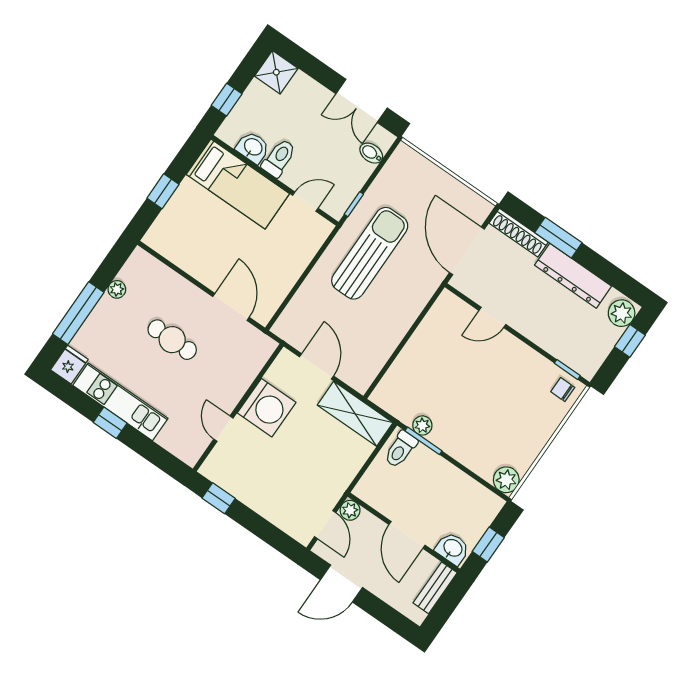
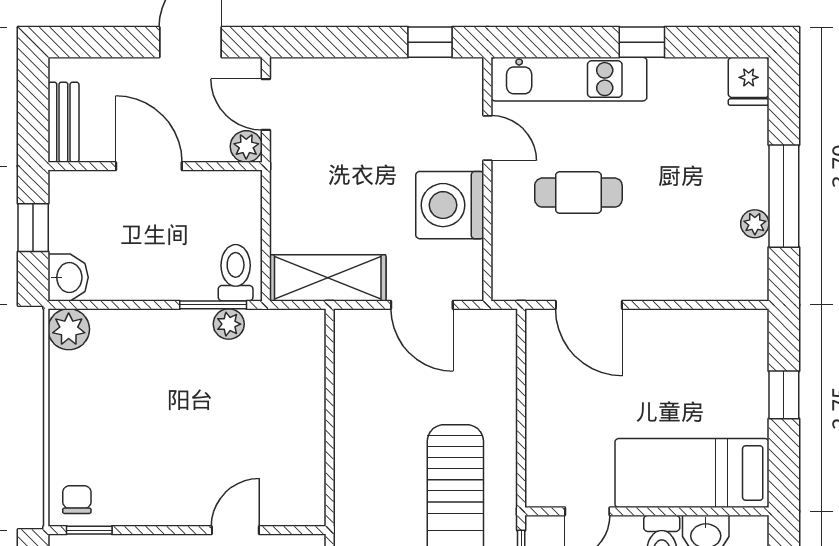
window: (78, 313) -> (784, 196), moved
cafe table: (172, 340) -> (578, 193), moved
chair: (563, 390) -> (77, 500), turned -90
kitchen unit: (120, 402) -> (569, 79), moved
washbasin: (452, 548) -> (68, 277), moved, turned -90

